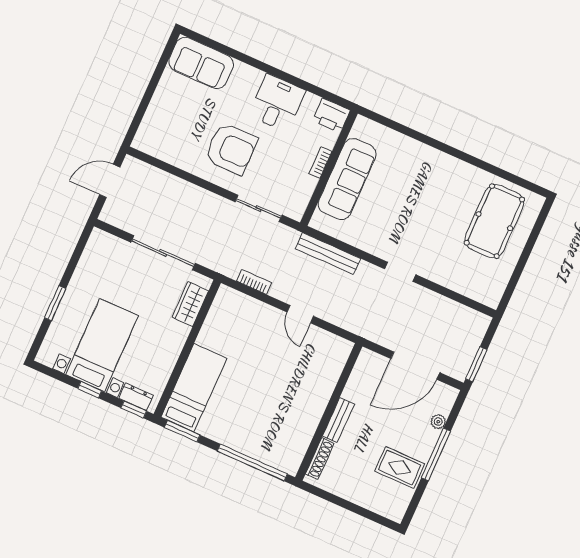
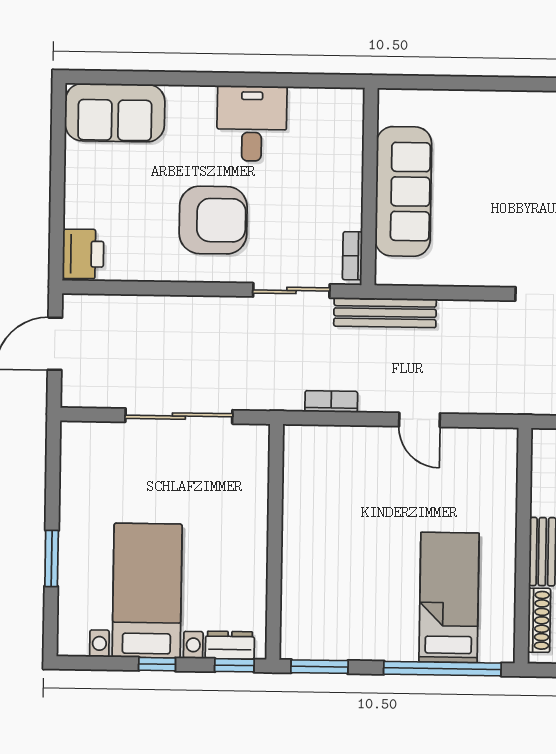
printer: (331, 115) -> (83, 254), moved, turned -90
bookcase: (321, 162) -> (352, 256), moved
bench: (328, 254) -> (385, 313), moved
wardrobe: (190, 304) -> (251, 474), removed
bed: (194, 388) -> (449, 597), moved

